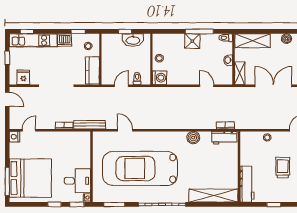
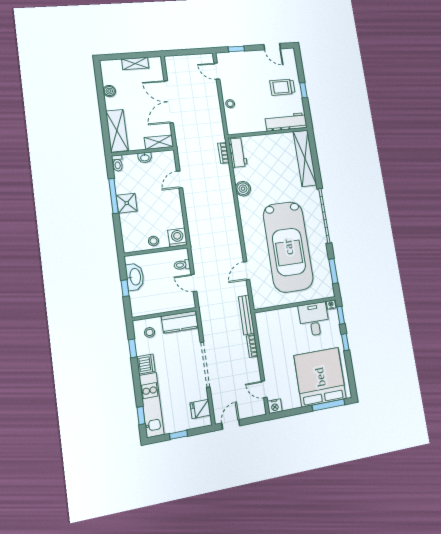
trolley: (283, 168) -> (282, 87), moved

